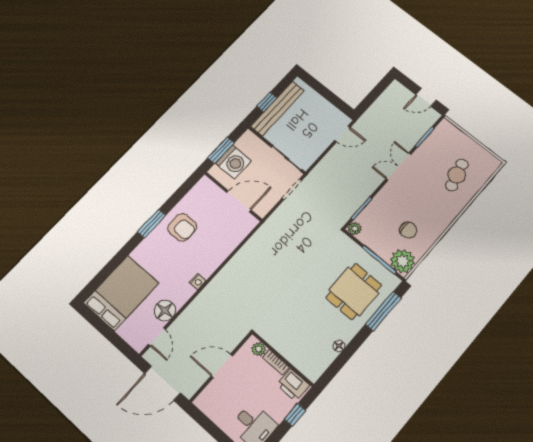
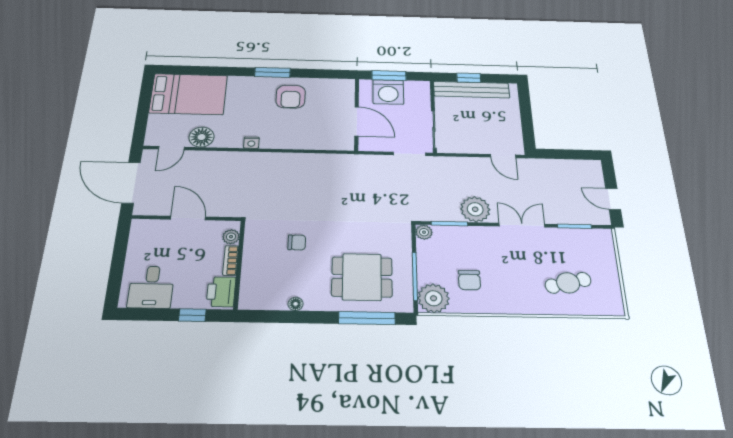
plant: (365, 184) -> (475, 209), added
chair: (297, 311) -> (297, 242), added

